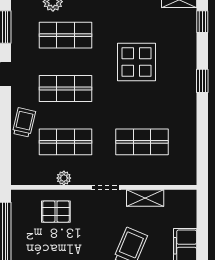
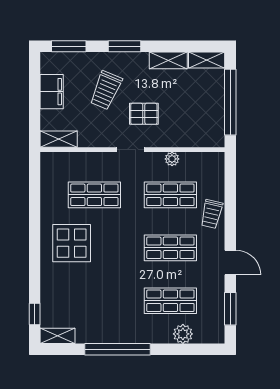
display table: (136, 62) -> (72, 243), moved
window: (202, 81) -> (35, 255), removed
shelving: (145, 198) -> (59, 139), moved
pallet: (56, 212) -> (144, 114), moved

